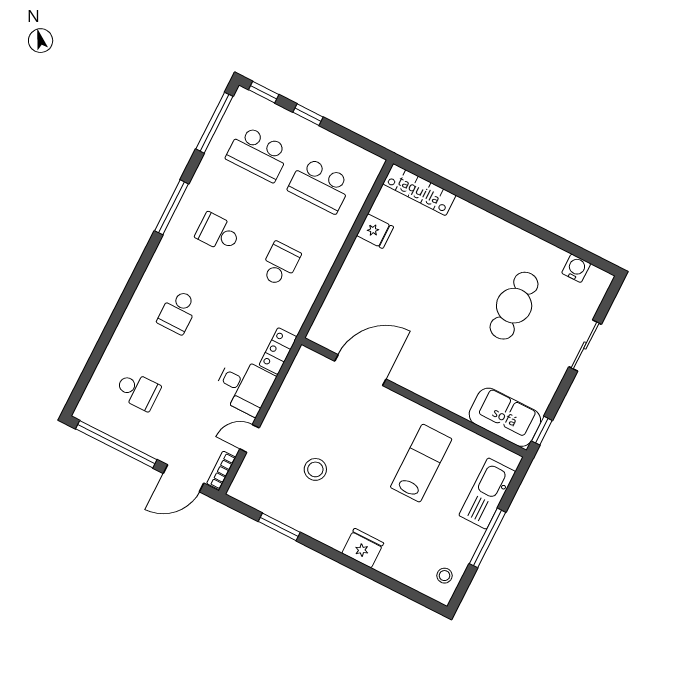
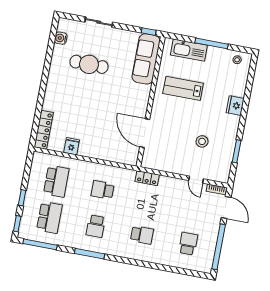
desk: (244, 386) -> (170, 190), removed
sofa: (505, 417) -> (146, 59), width x1.36

